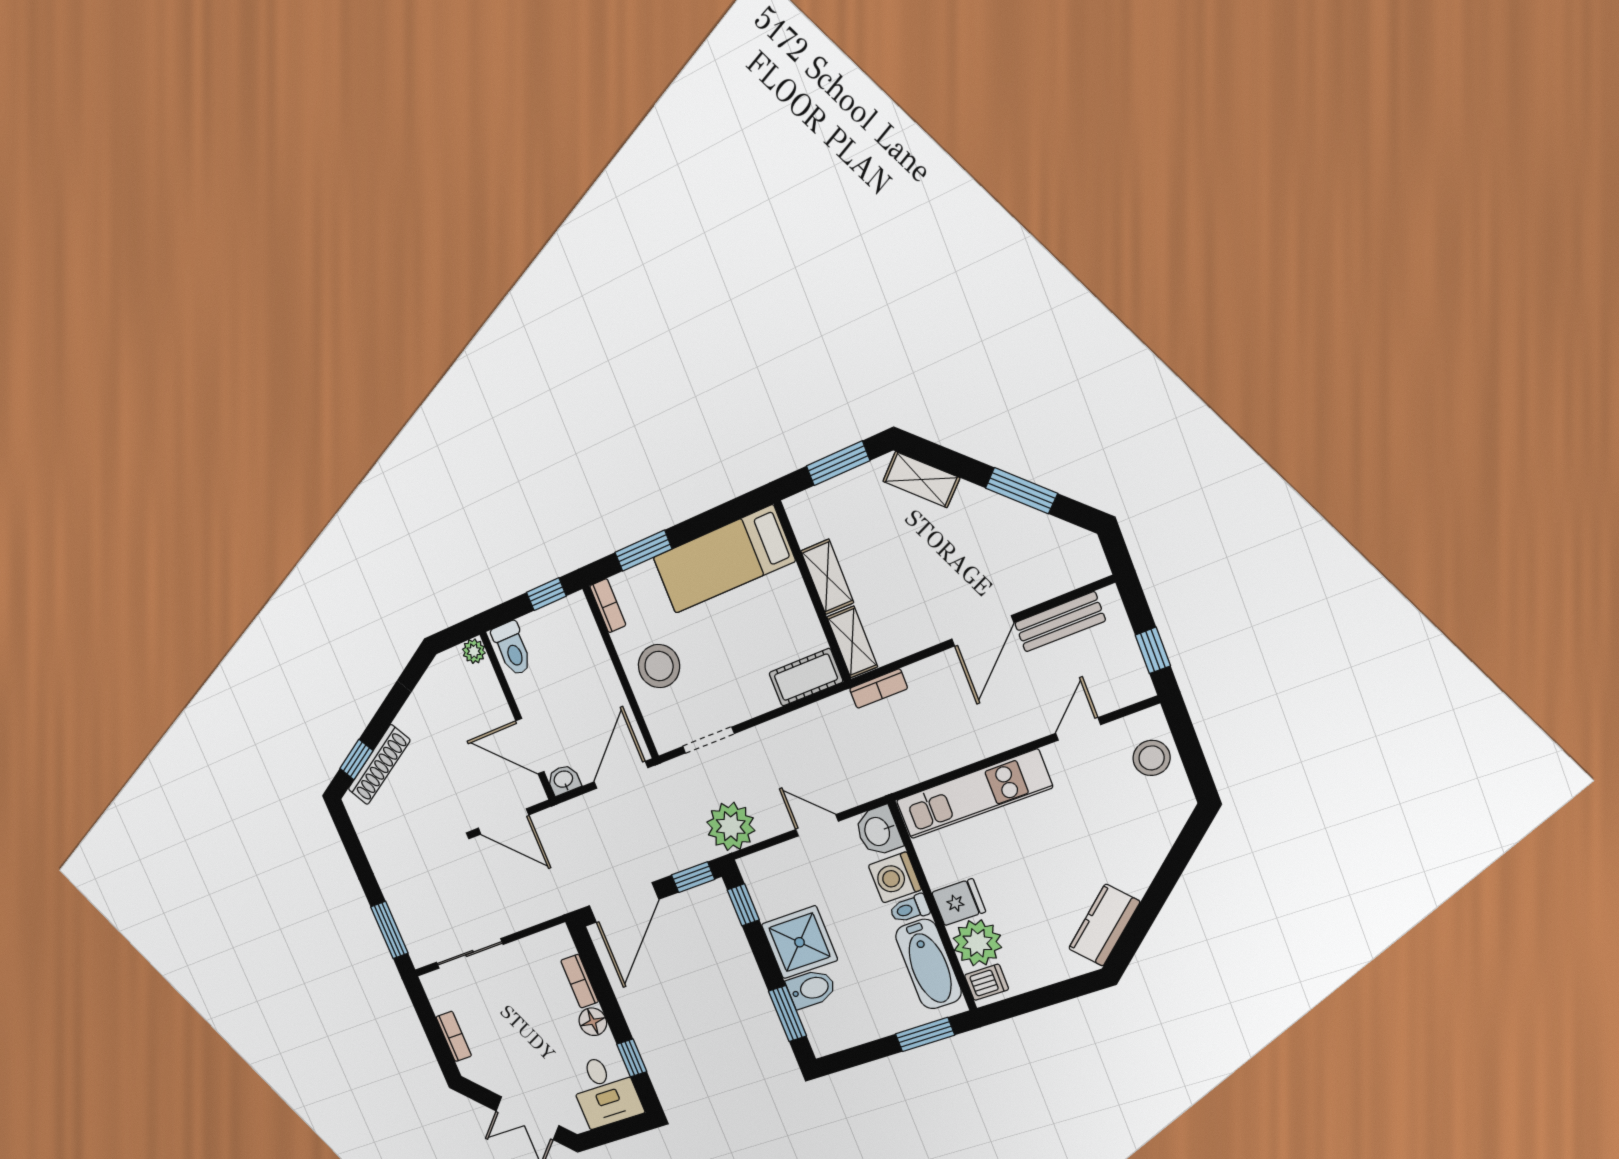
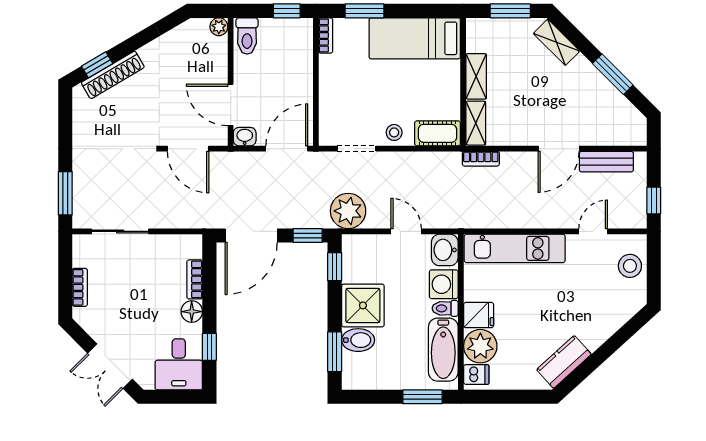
stool: (659, 666) -> (394, 132), moved, width x0.53, depth x0.53

